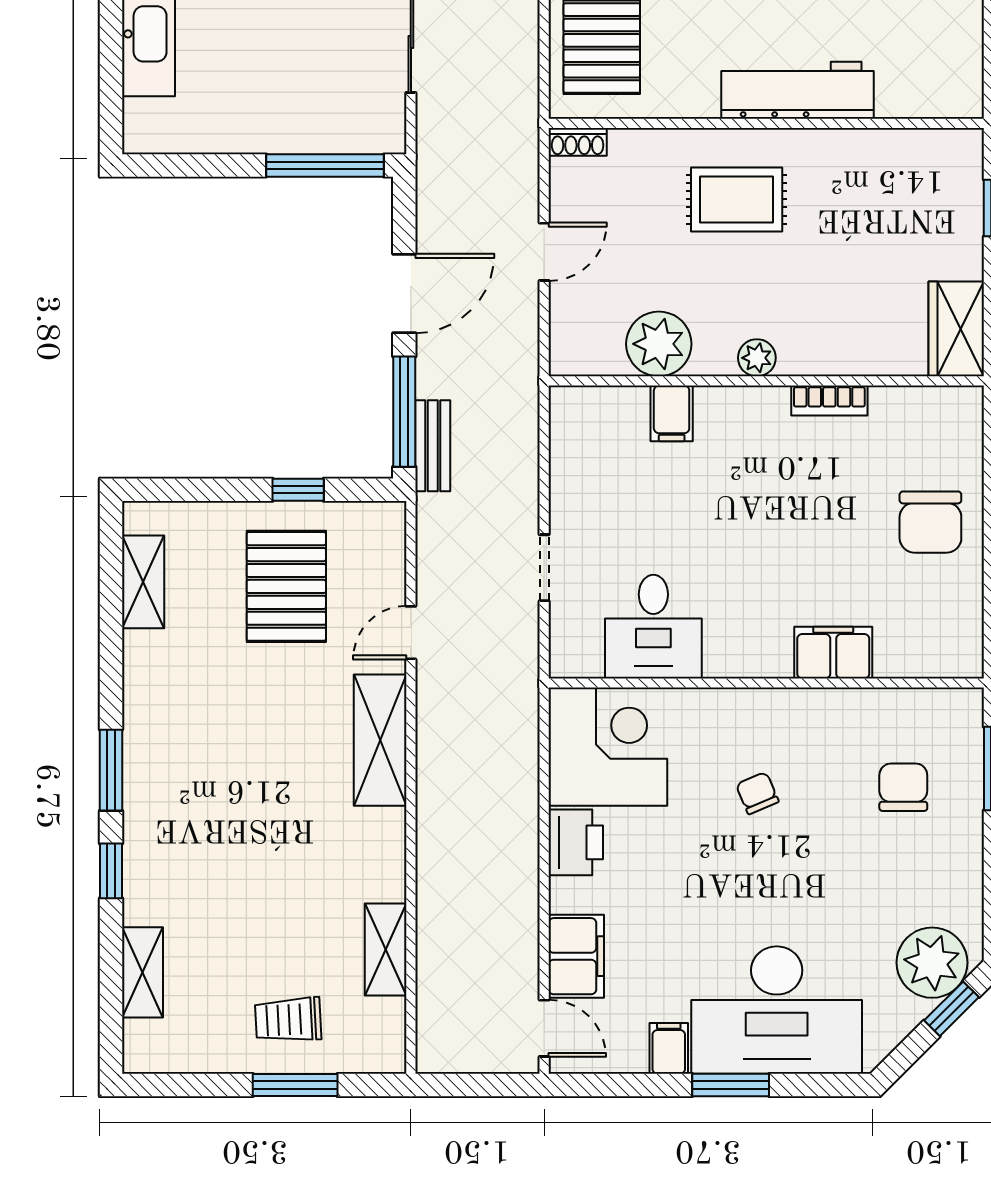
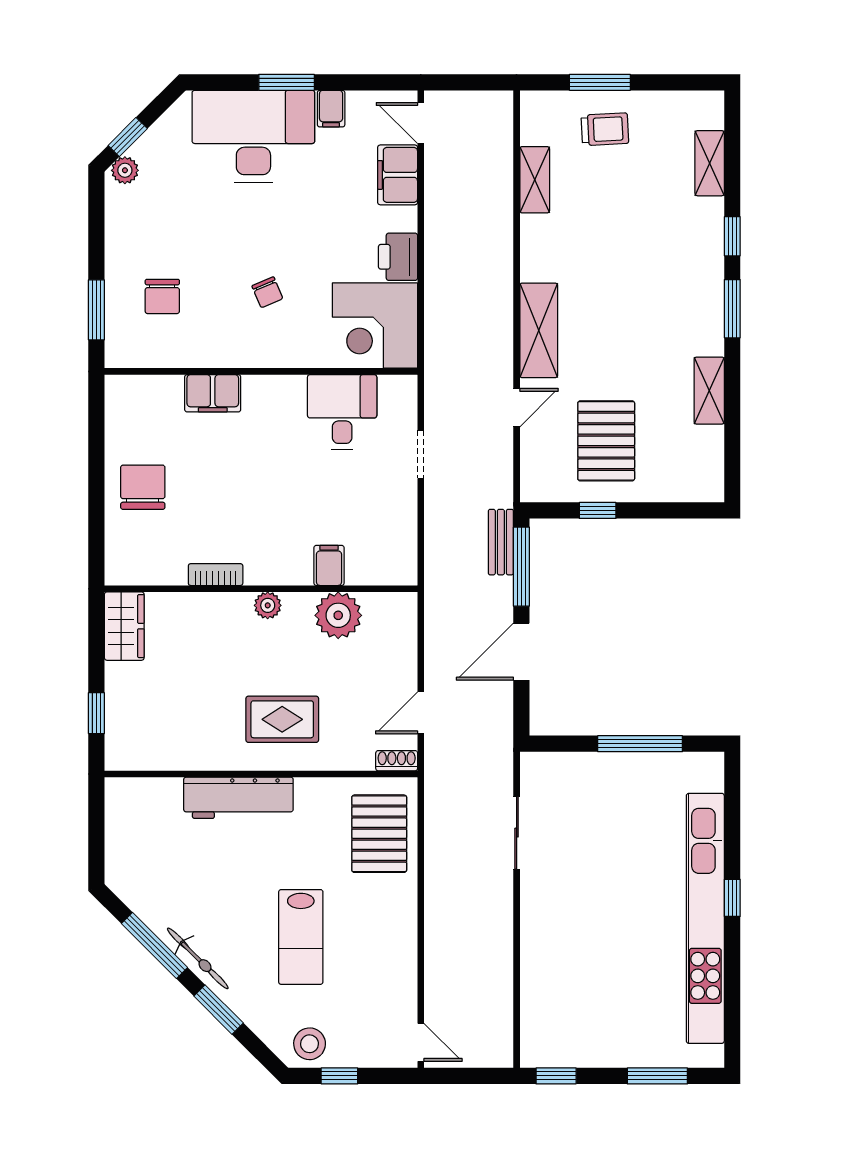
window: (325, 166) -> (640, 744), moved
door: (544, 252) -> (421, 713), moved
shelving: (143, 582) -> (709, 391), moved
plant: (932, 963) -> (125, 170), width x0.53, depth x0.53

